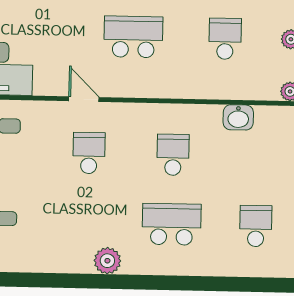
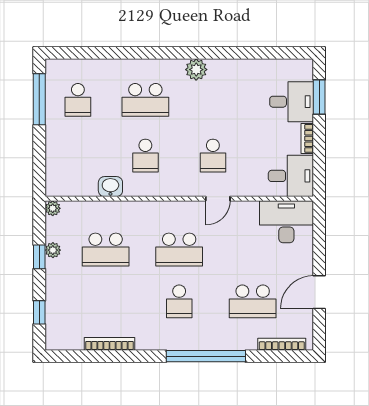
school desk: (225, 39) -> (106, 249), width x1.85
door: (84, 99) -> (218, 199), hinge flipped
washbasin: (238, 117) -> (110, 187), moved

